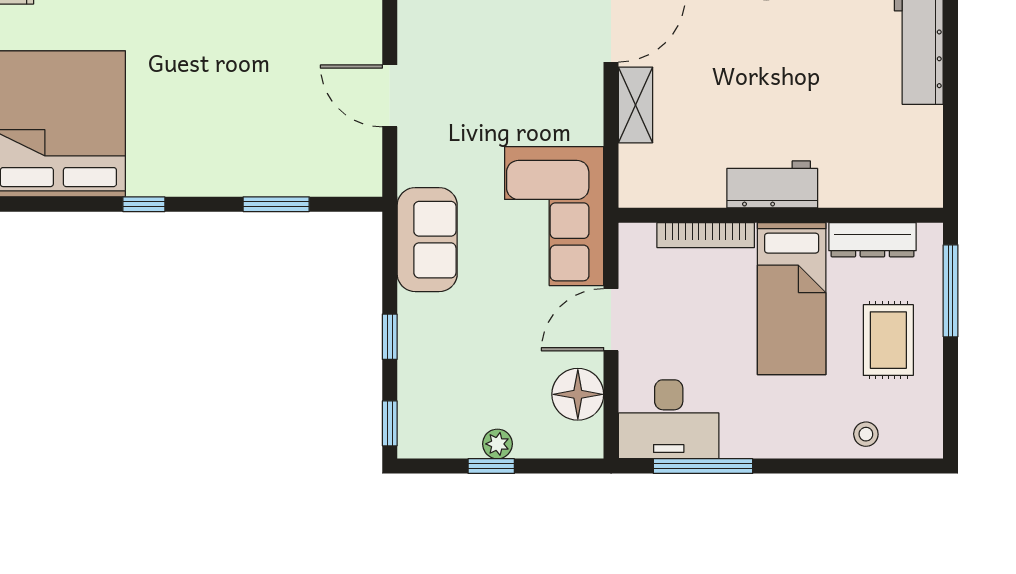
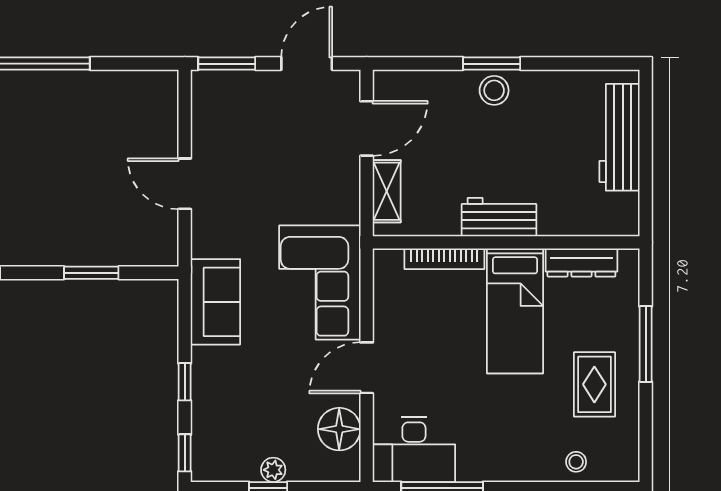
workbench: (772, 184) -> (499, 217), moved
wall: (781, 215) -> (506, 242), moved
bookcase: (706, 235) -> (444, 259), moved
dresser: (872, 240) -> (581, 263), moved
bed: (792, 299) -> (515, 311), moved

